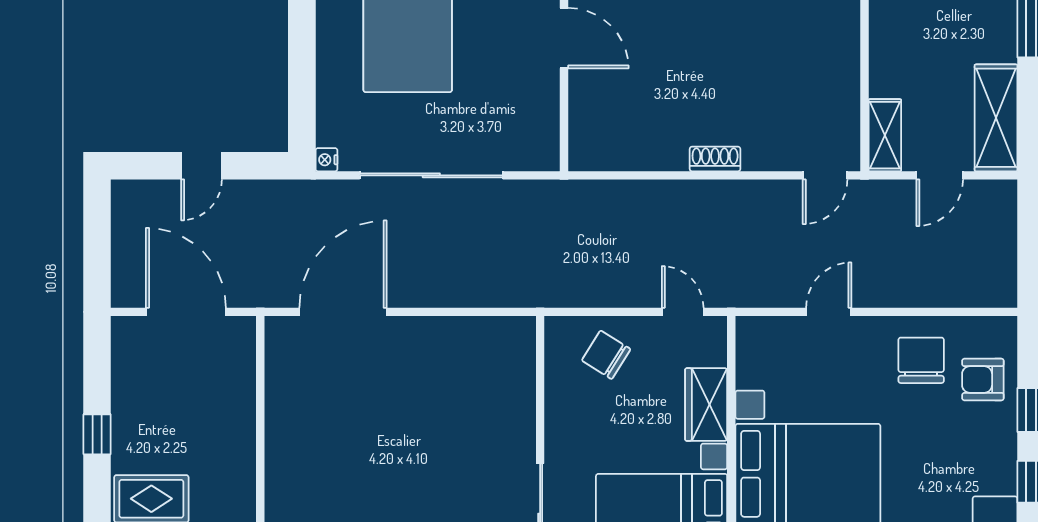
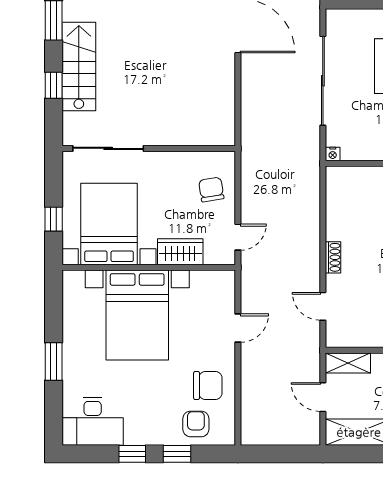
nightstand: (326, 160) -> (333, 154), moved, turned 180
door: (825, 175) -> (323, 306), moved
door: (829, 312) -> (238, 328), hinge flipped
chair: (606, 355) -> (211, 189), turned -41

